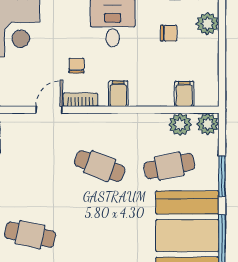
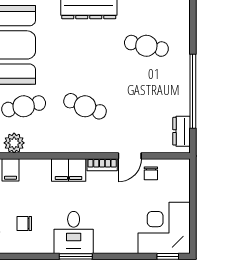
chair: (76, 66) -> (151, 173), moved
filing cabinet: (118, 94) -> (69, 170), width x2.00

